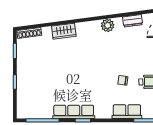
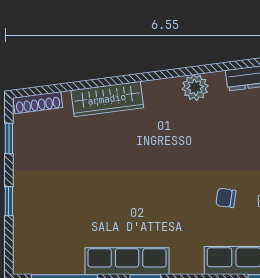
wardrobe: (64, 31) -> (107, 99), width x1.50

